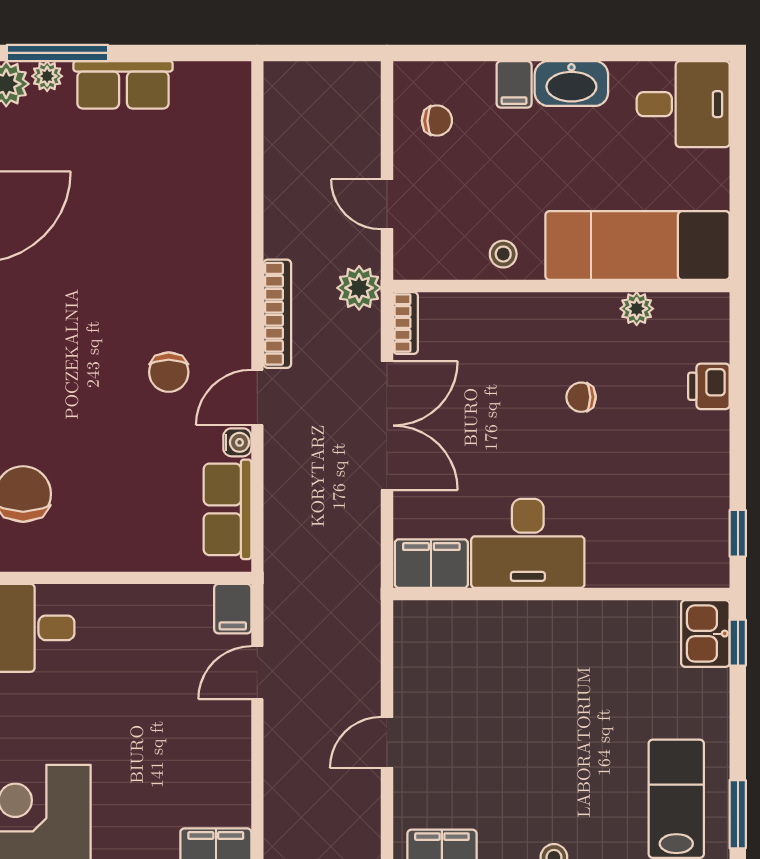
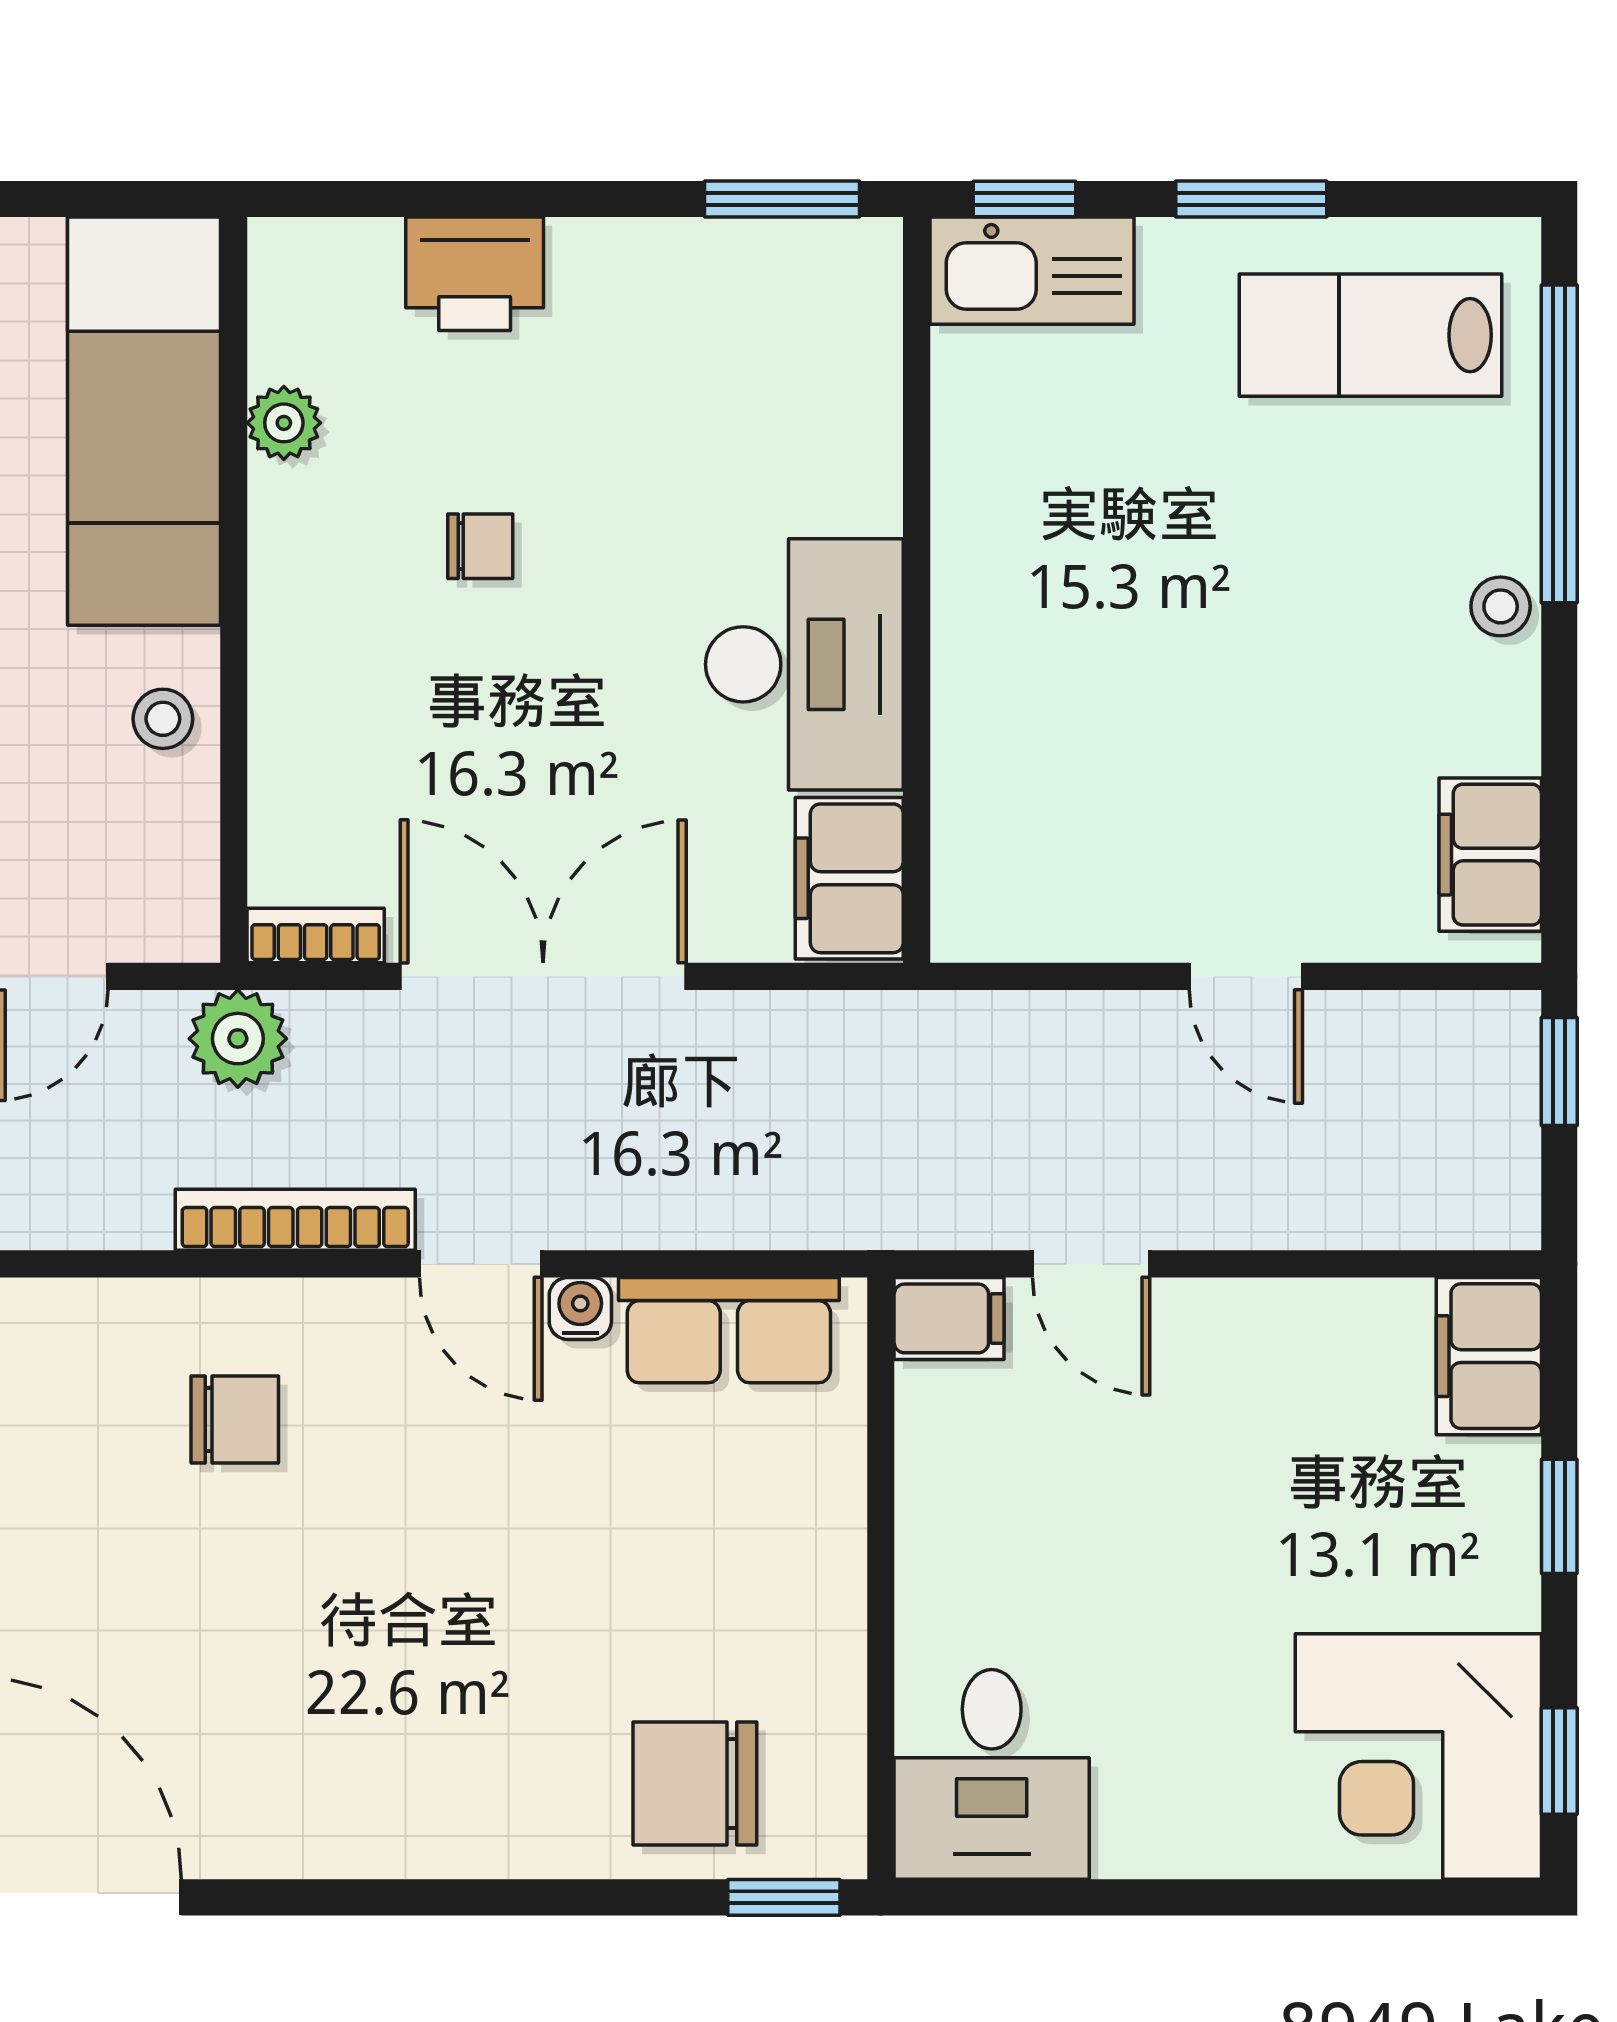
chair: (169, 372) -> (235, 1419), moved
printer: (709, 386) -> (475, 274), width x1.36, depth x1.24
chair: (581, 397) -> (480, 546), turned -90
window: (738, 533) -> (782, 199), width x1.50
kitchen sink: (705, 634) -> (1032, 271), width x1.38
window: (738, 814) -> (1251, 199), moved

